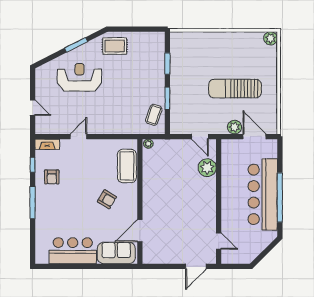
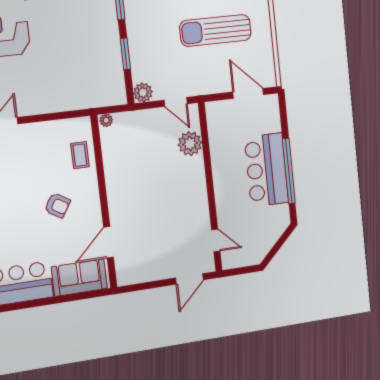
coffee table: (154, 115) -> (109, 79), removed
plant: (234, 127) -> (143, 93), moved
coffee table: (127, 166) -> (80, 155), width x0.54, depth x0.58
bar counter: (263, 194) -> (267, 170), width x0.73

